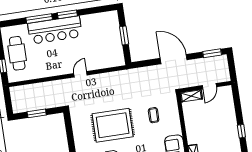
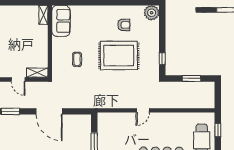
door: (209, 86) -> (18, 79), swing flipped
window: (69, 129) -> (162, 59), added

